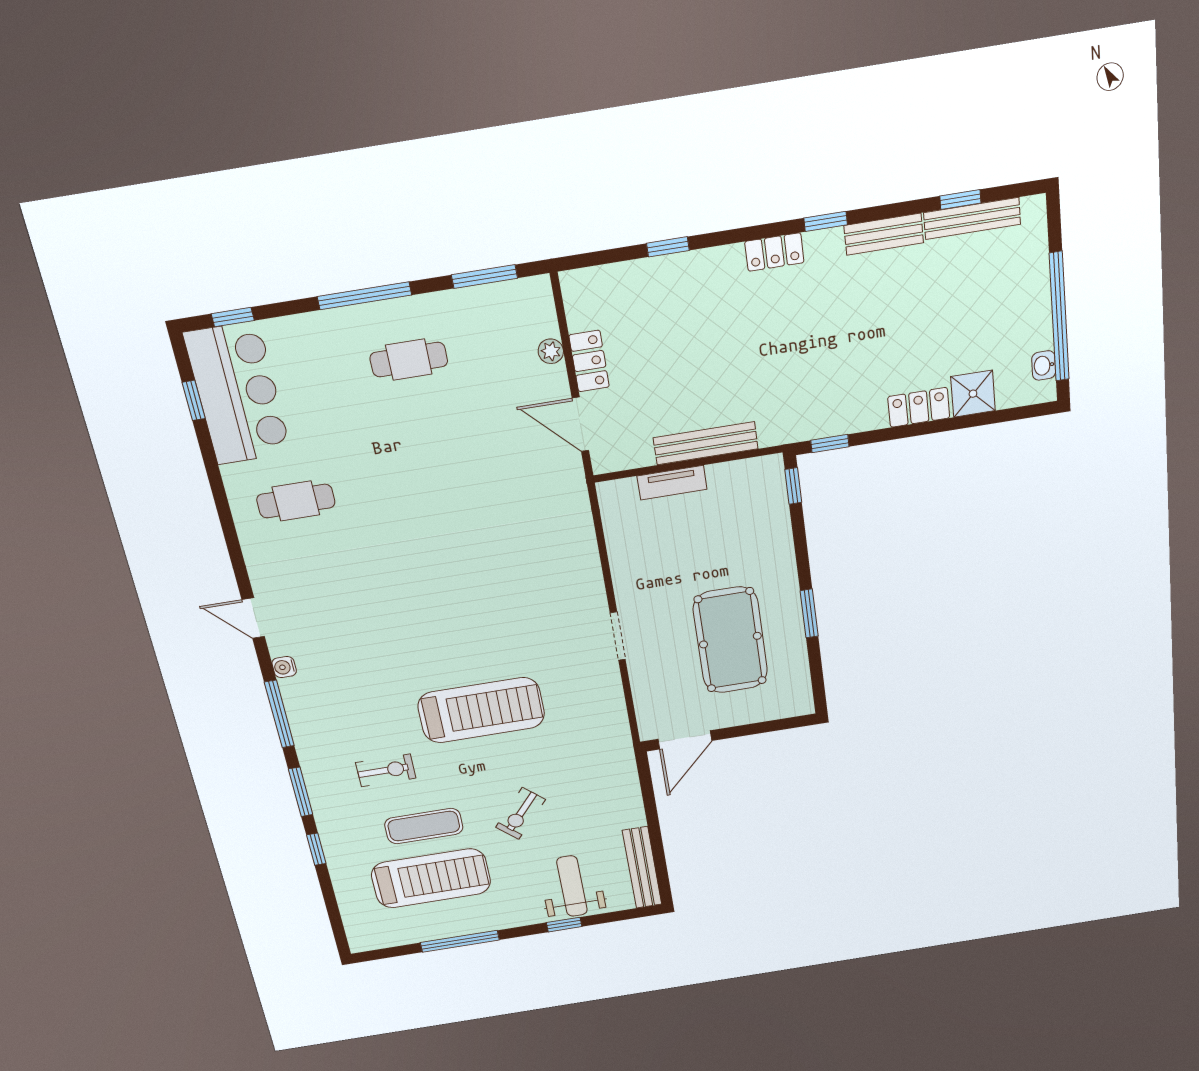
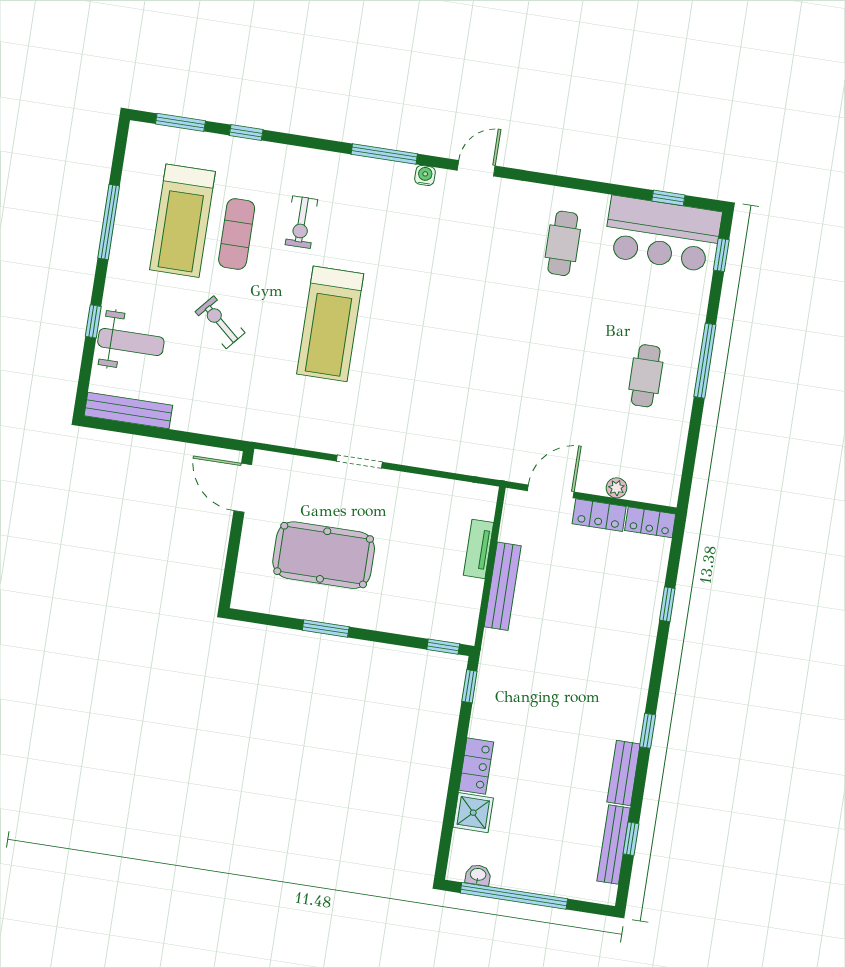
locker: (774, 252) -> (650, 522), moved, turned -90
window: (484, 276) -> (690, 457), removed
window: (301, 792) -> (180, 122), moved

